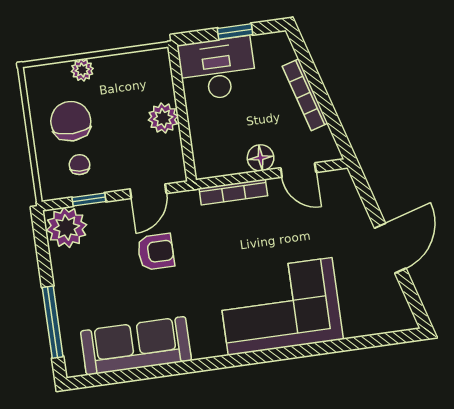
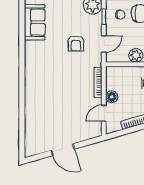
door: (148, 191) -> (104, 44), swing flipped
corner sofa: (280, 306) -> (43, 96), removed
sofa: (136, 346) -> (35, 22), width x0.73

